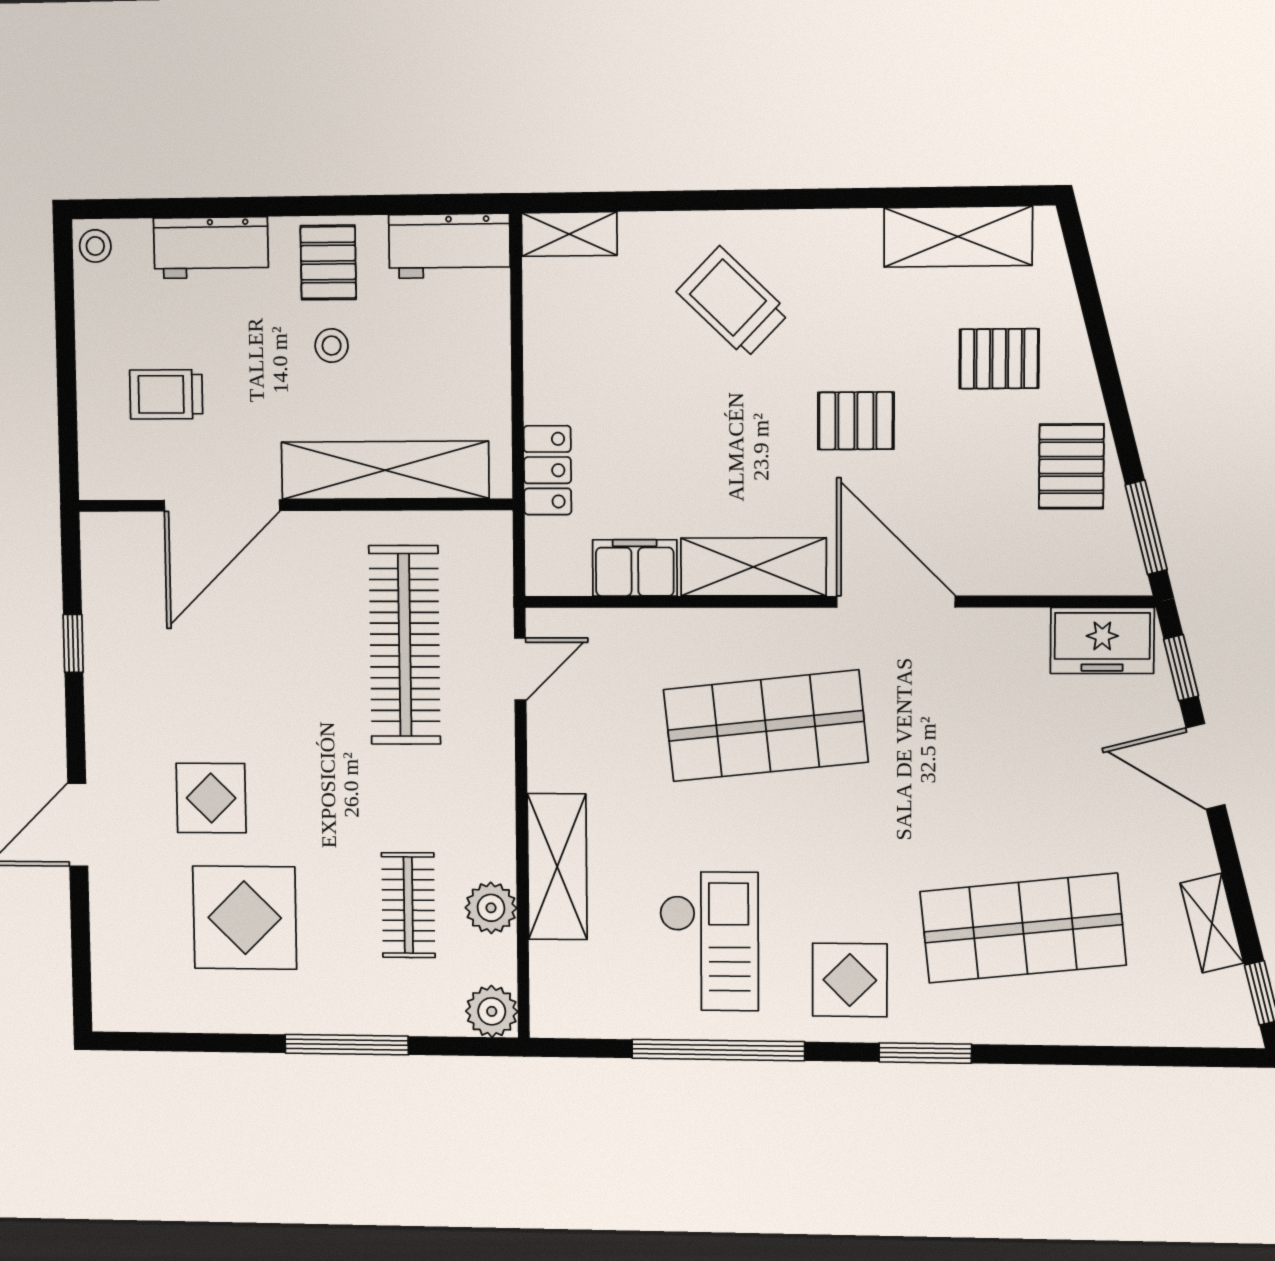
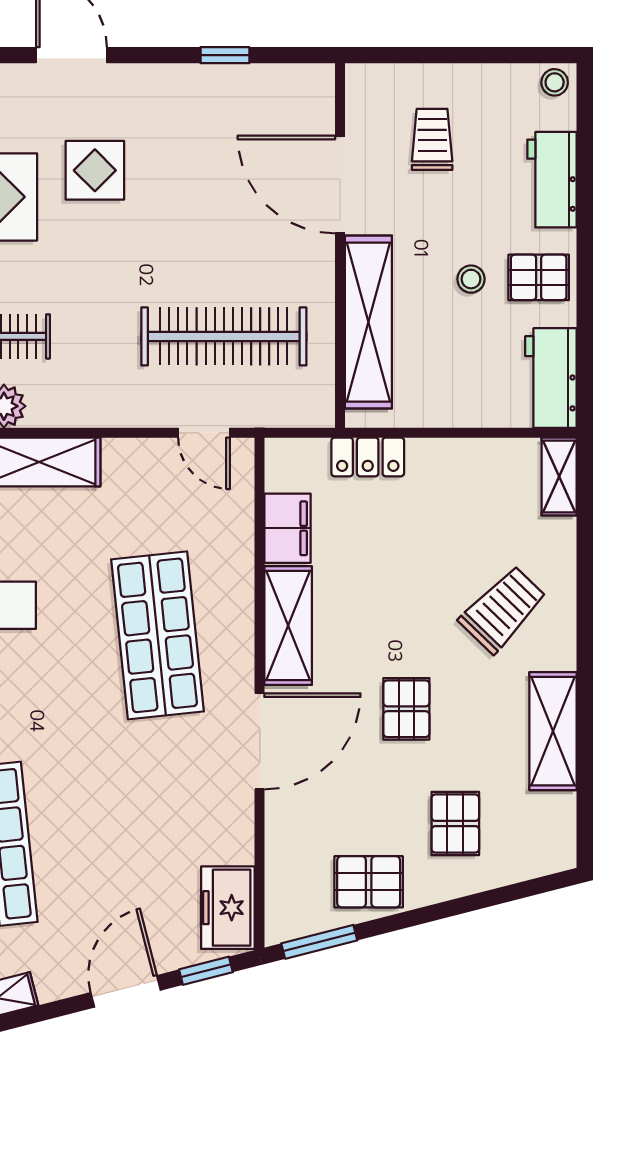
shelving: (958, 237) -> (553, 731), moved

